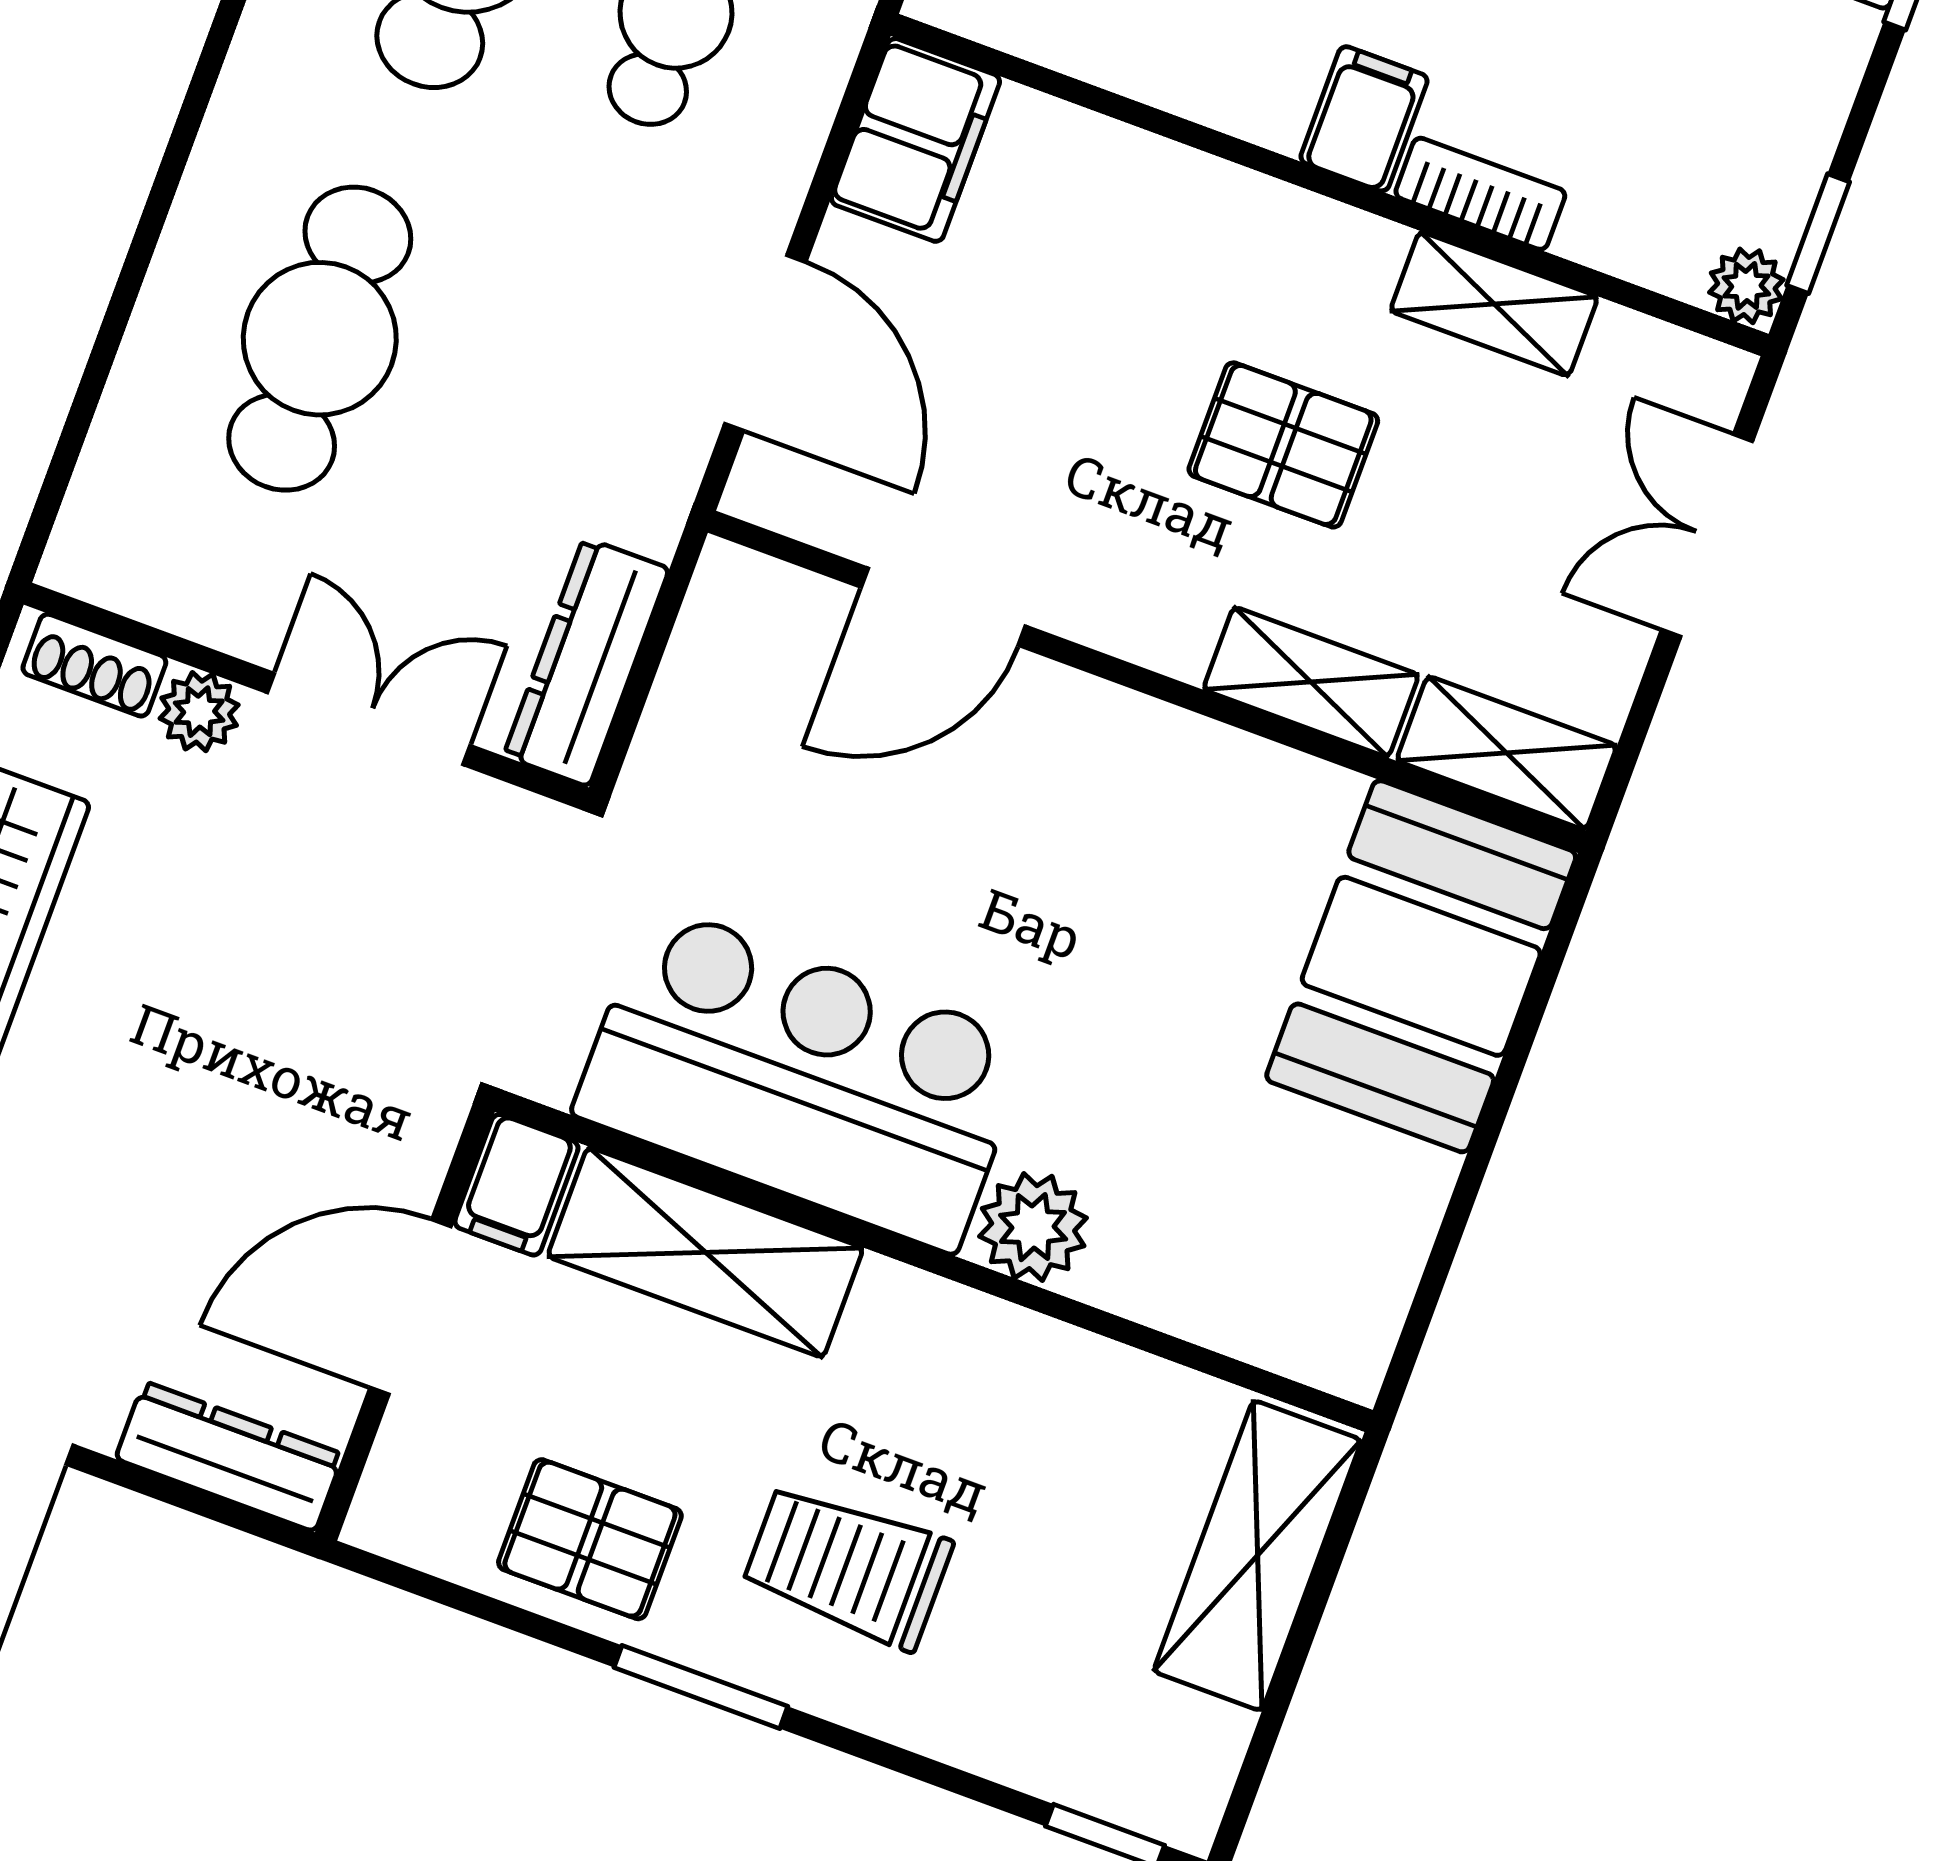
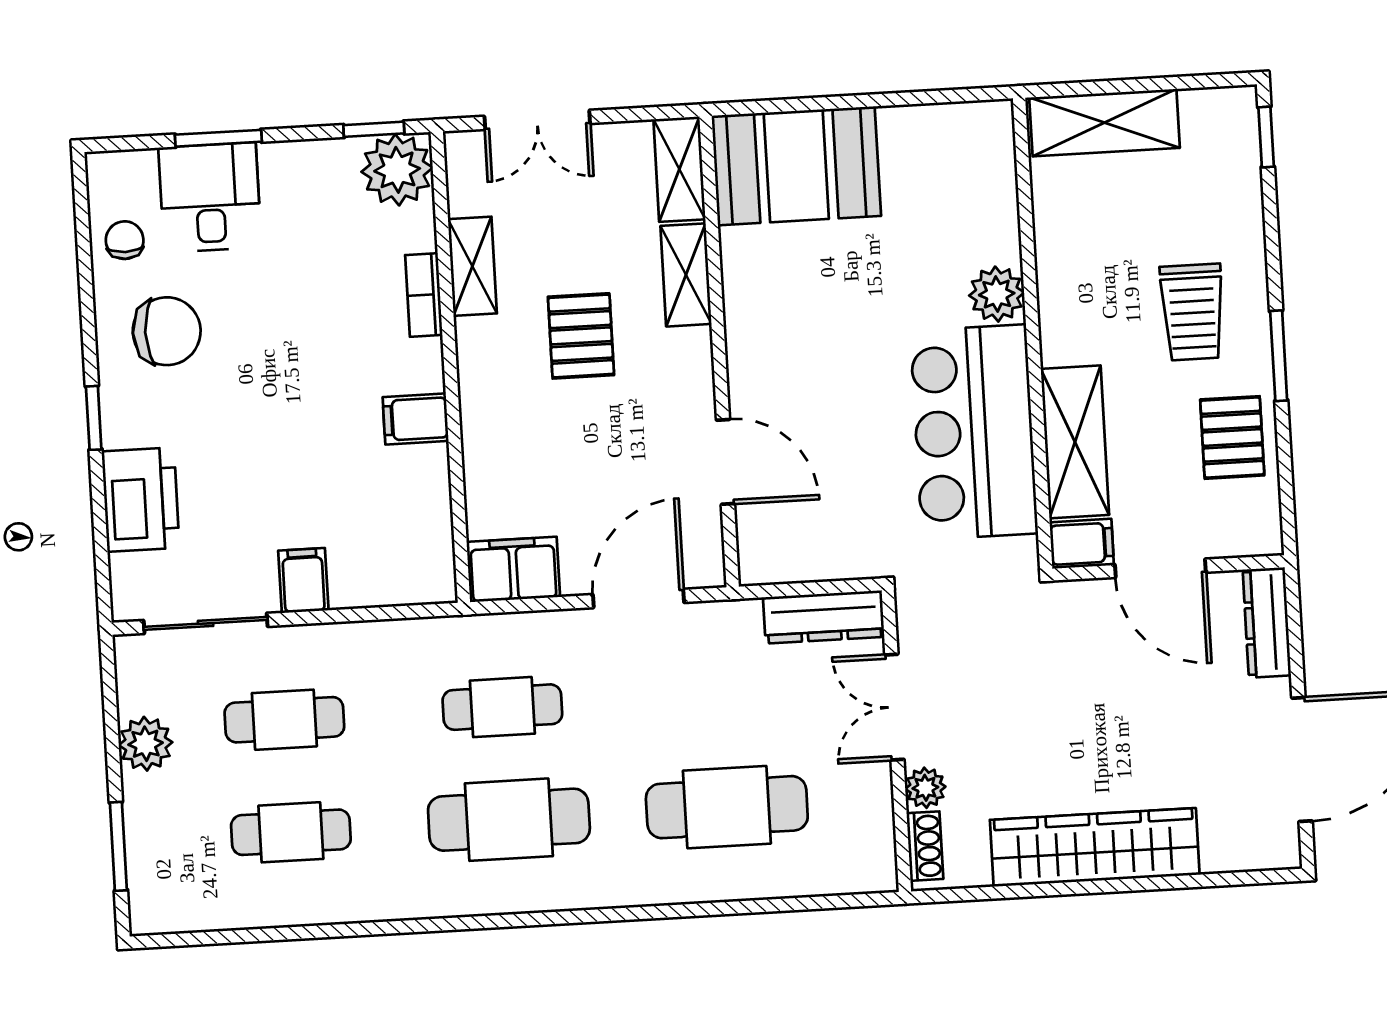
filing cabinet: (1364, 119) -> (416, 419), moved
plant: (1746, 286) -> (397, 170), width x1.87, depth x1.87

